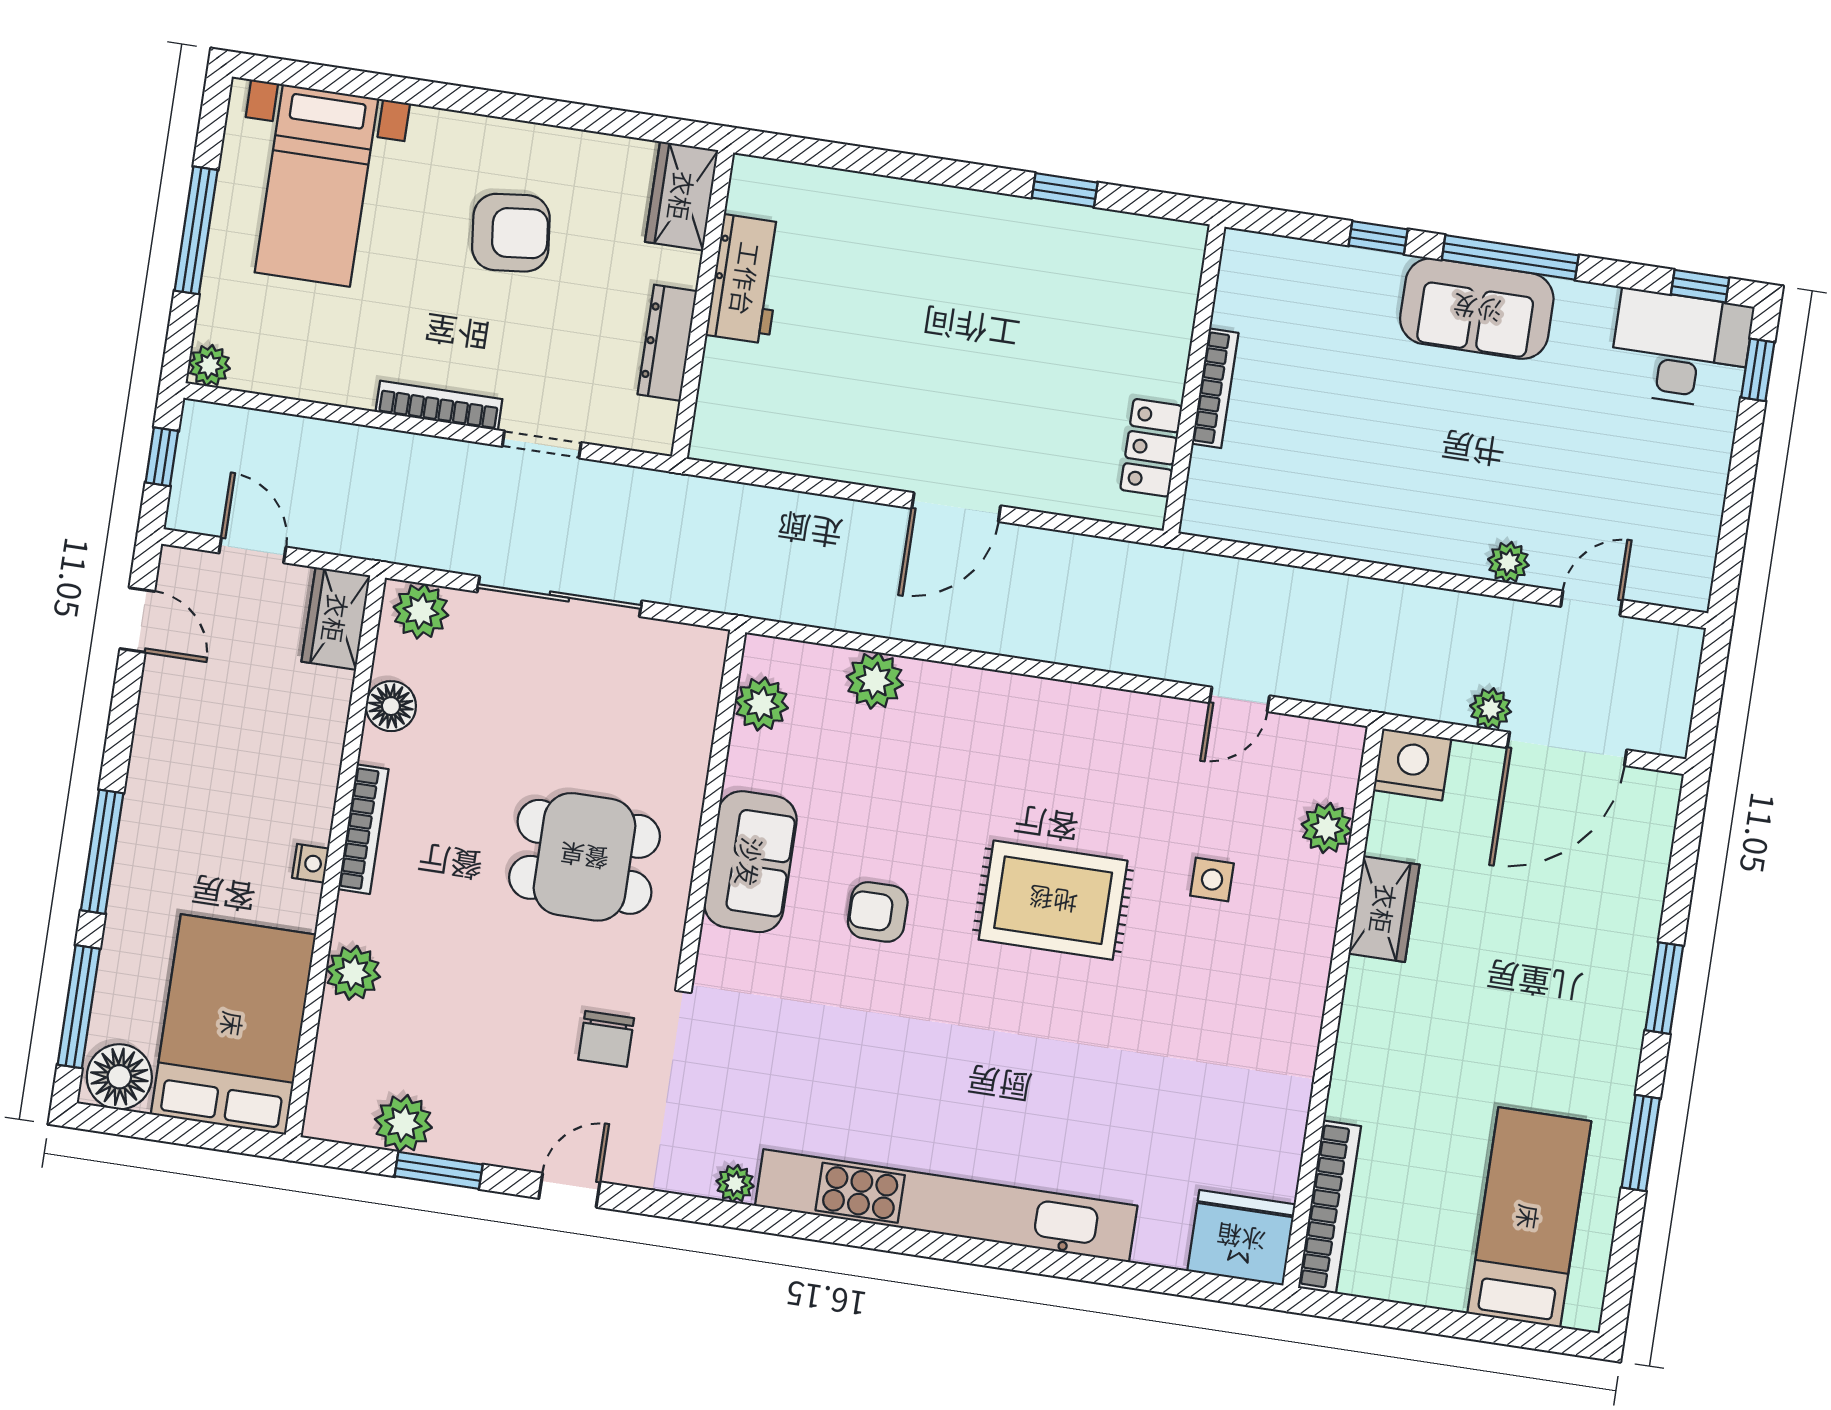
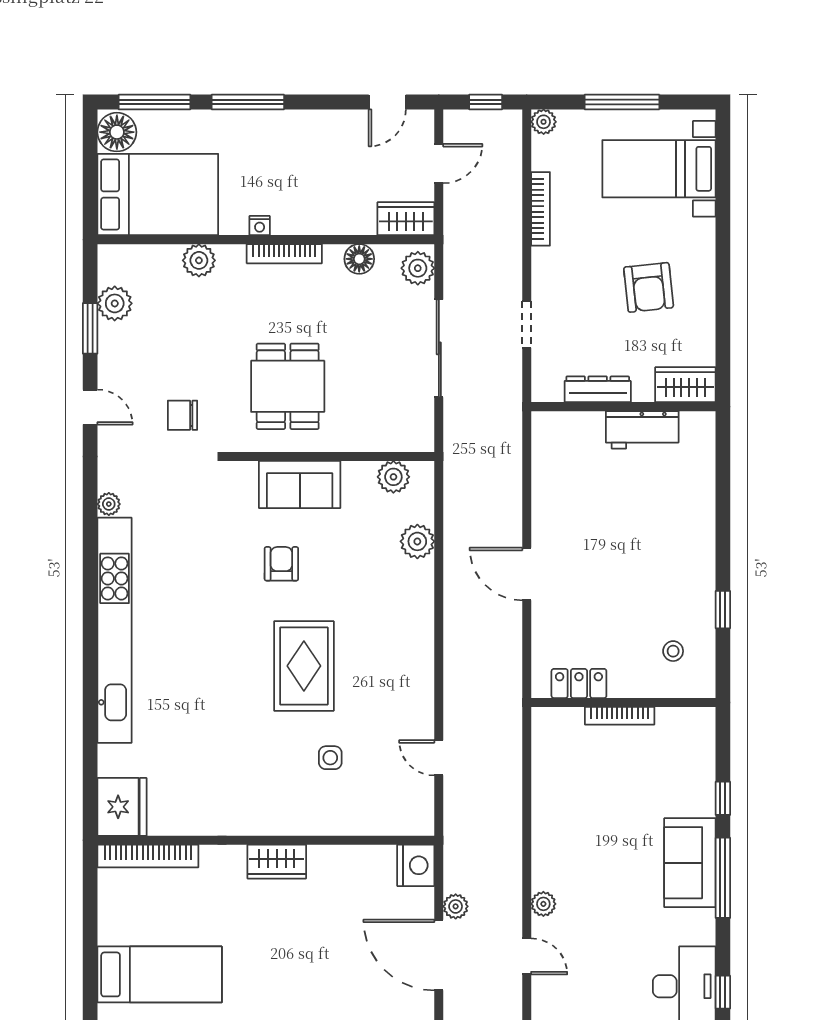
stool: (1121, 283) -> (673, 651), added
bookcase: (439, 405) -> (540, 209), moved
plant: (1327, 828) -> (371, 821), removed
wardrobe: (1384, 909) -> (277, 862), moved

